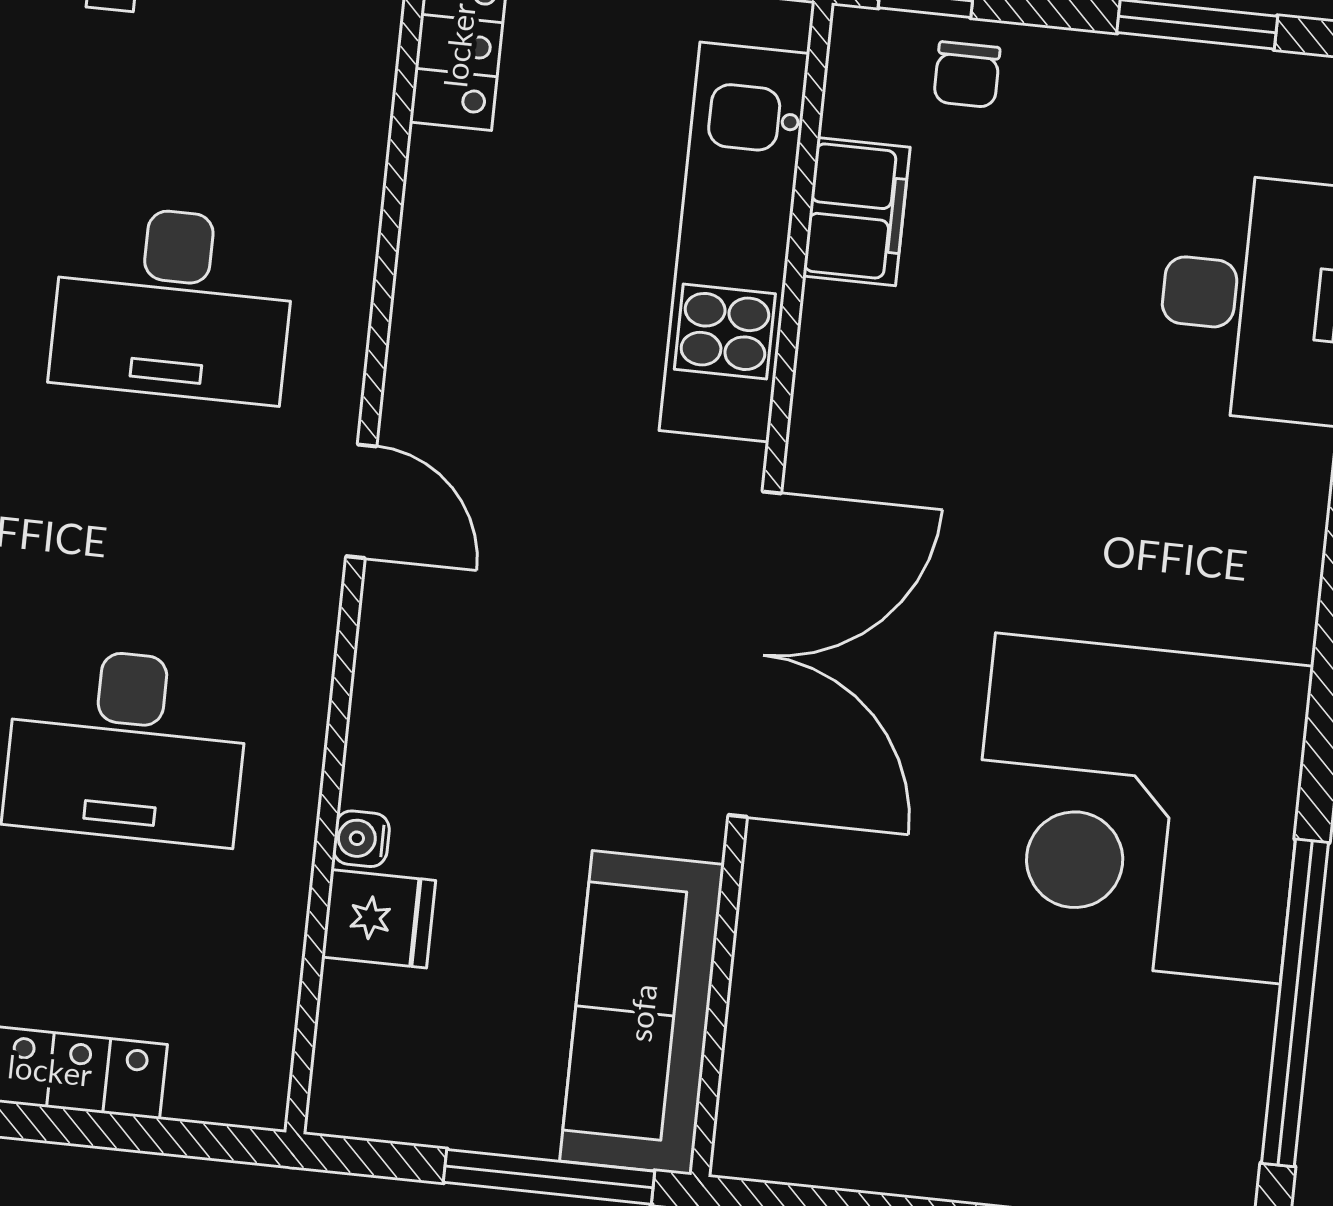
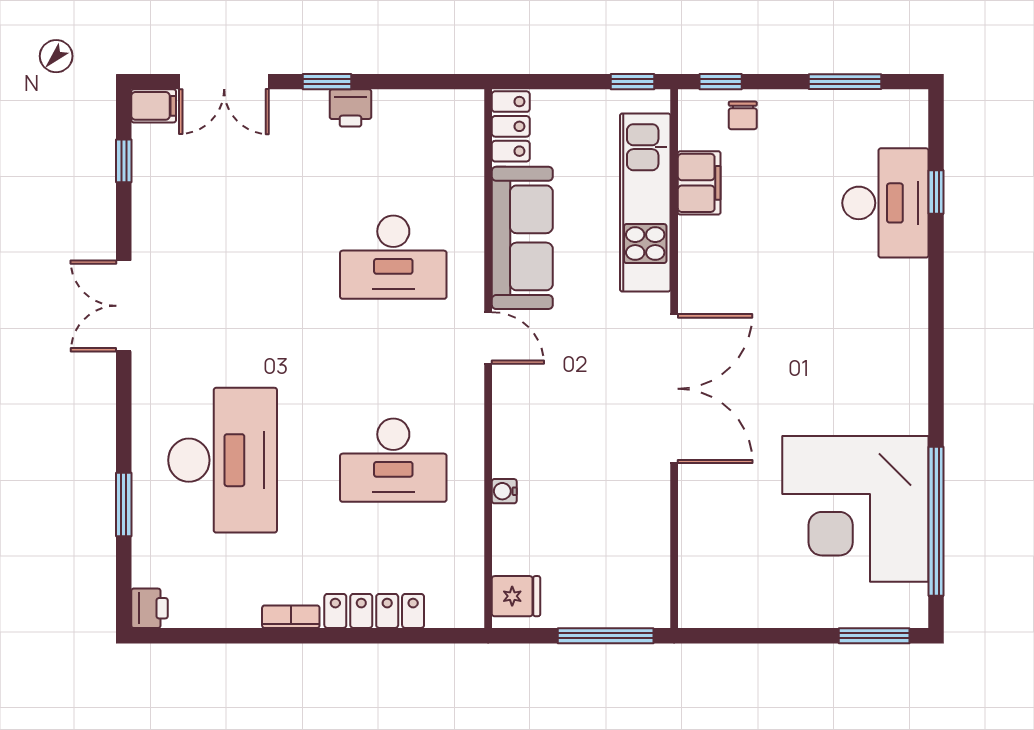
corner desk: (1138, 808) -> (855, 509), moved
fridge: (379, 919) -> (516, 596), moved
sofa: (642, 1013) -> (522, 238), moved, turned 180

